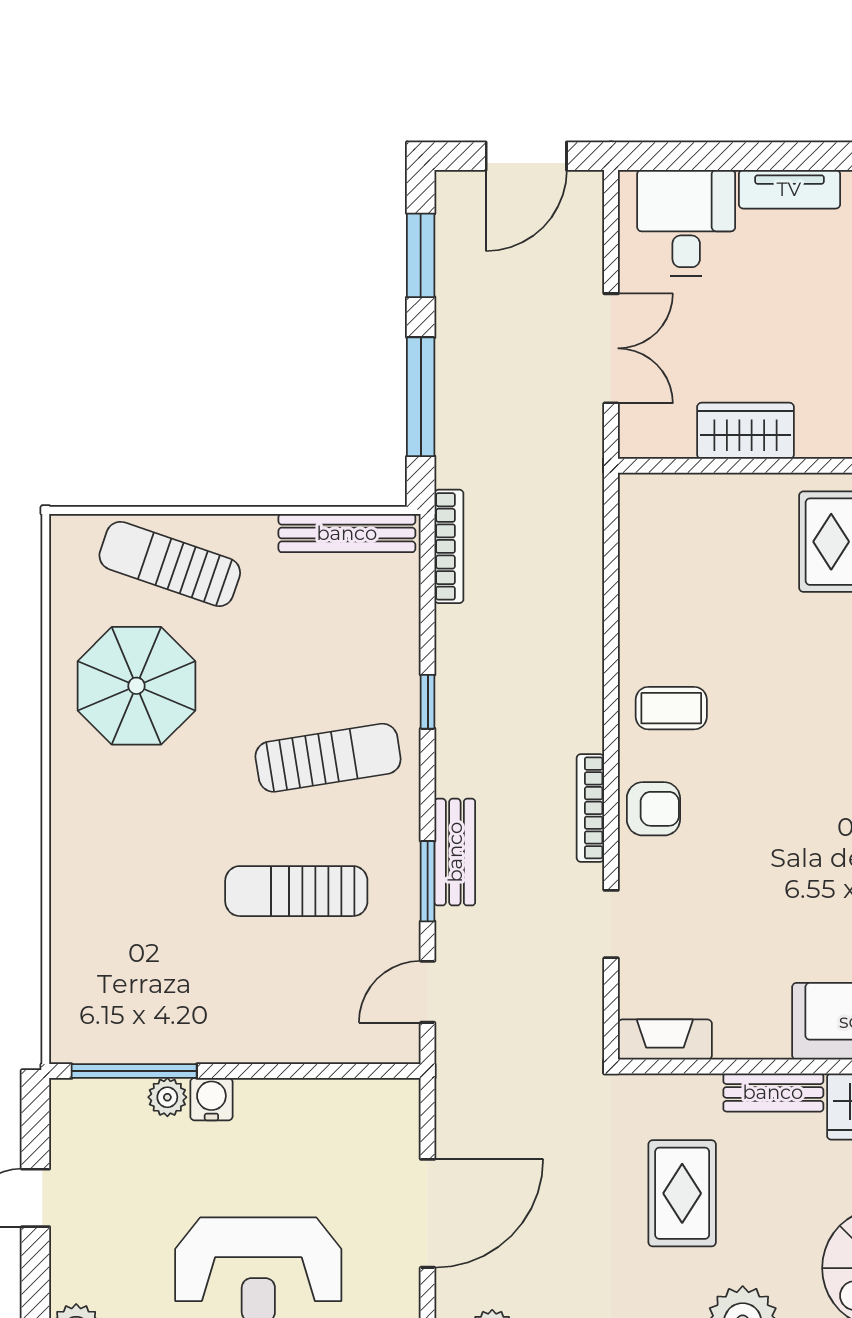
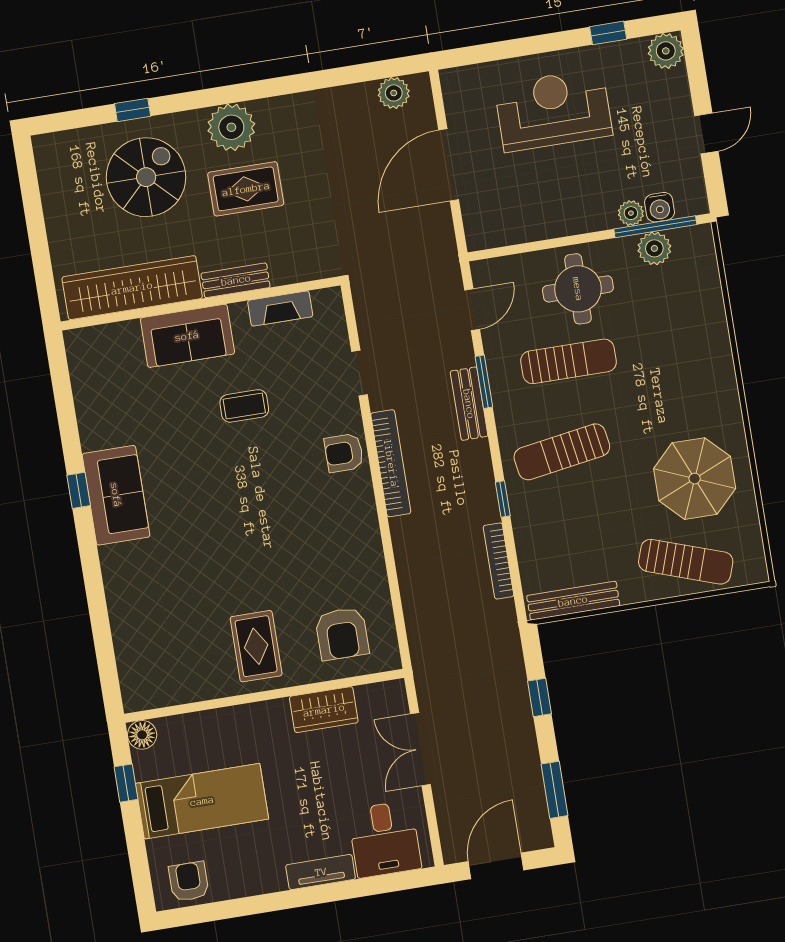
window: (421, 397) -> (540, 697), width x0.46
armchair: (700, 540) -> (342, 634), added
bookcase: (449, 546) -> (498, 561), moved
coffee table: (671, 708) -> (244, 406), moved
bookcase: (590, 808) -> (391, 463), width x1.48, depth x1.31
round table: (265, 997) -> (578, 289), added
plant: (141, 1039) -> (654, 248), added
fireplace: (665, 1040) -> (280, 309), moved
water cooler: (211, 1099) -> (660, 207), moved
rug: (682, 1193) -> (246, 189), moved, turned 90

